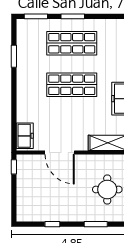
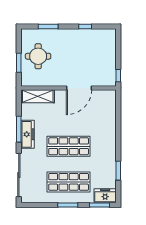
freezer: (25, 136) -> (105, 196), moved, turned 90
door: (60, 153) -> (79, 88), swing flipped

